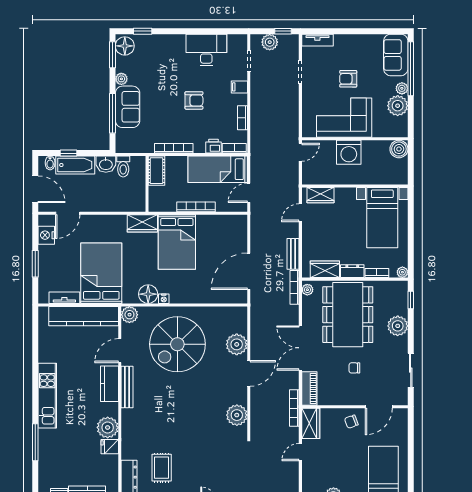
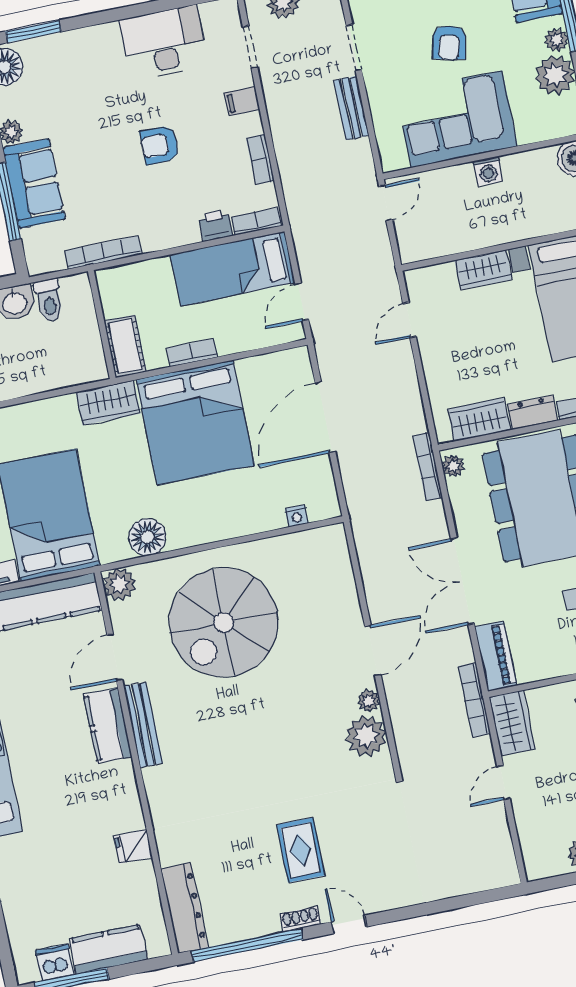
window: (143, 31) -> (33, 31), width x1.50
armchair: (348, 79) -> (449, 43), turned -77
armchair: (194, 100) -> (160, 145), turned 180
bookcase: (174, 148) -> (103, 252), moved
washing machine: (349, 152) -> (488, 171), width x0.53, depth x0.53
cot: (156, 171) -> (125, 346), moved
wardrobe: (320, 195) -> (483, 270), moved
bookcase: (196, 207) -> (192, 353), width x0.64
bed: (177, 242) -> (195, 422), width x1.36
bench: (293, 254) -> (351, 108), moved
door: (249, 271) -> (325, 417), moved
nightstand: (164, 299) -> (297, 516), moved
plant: (237, 344) -> (369, 701), moved, width x0.53, depth x0.53
plant: (108, 427) -> (121, 811), removed
rug: (162, 468) -> (301, 850), moved

